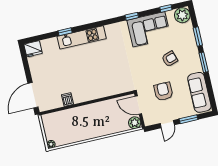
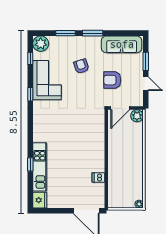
kitchen unit: (82, 37) -> (40, 167), moved

